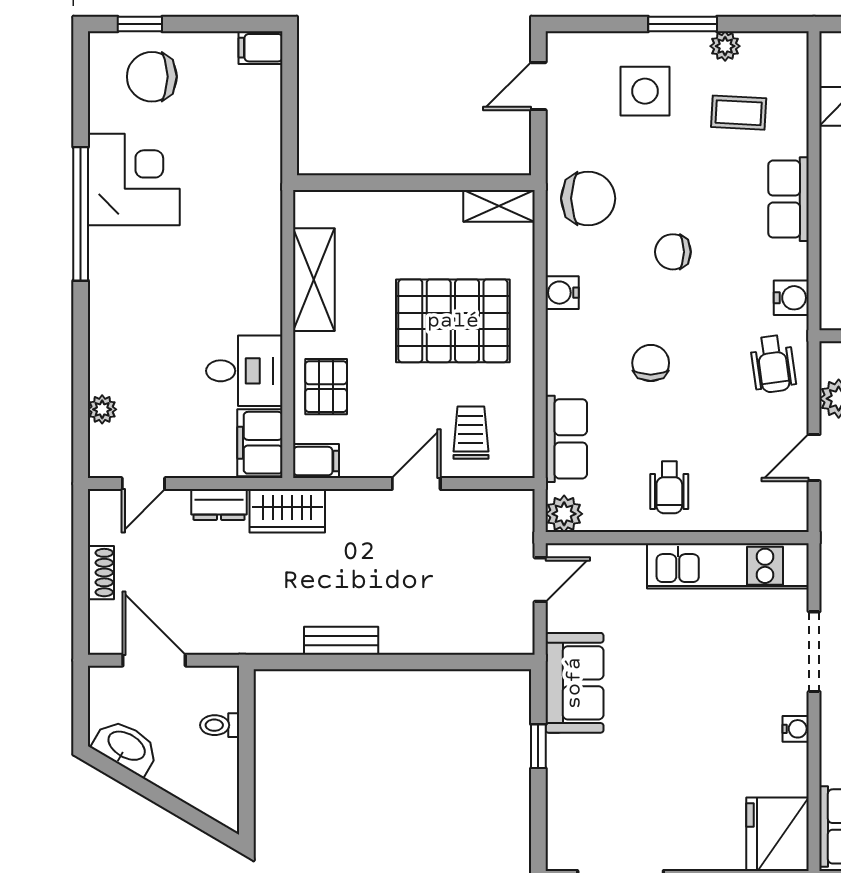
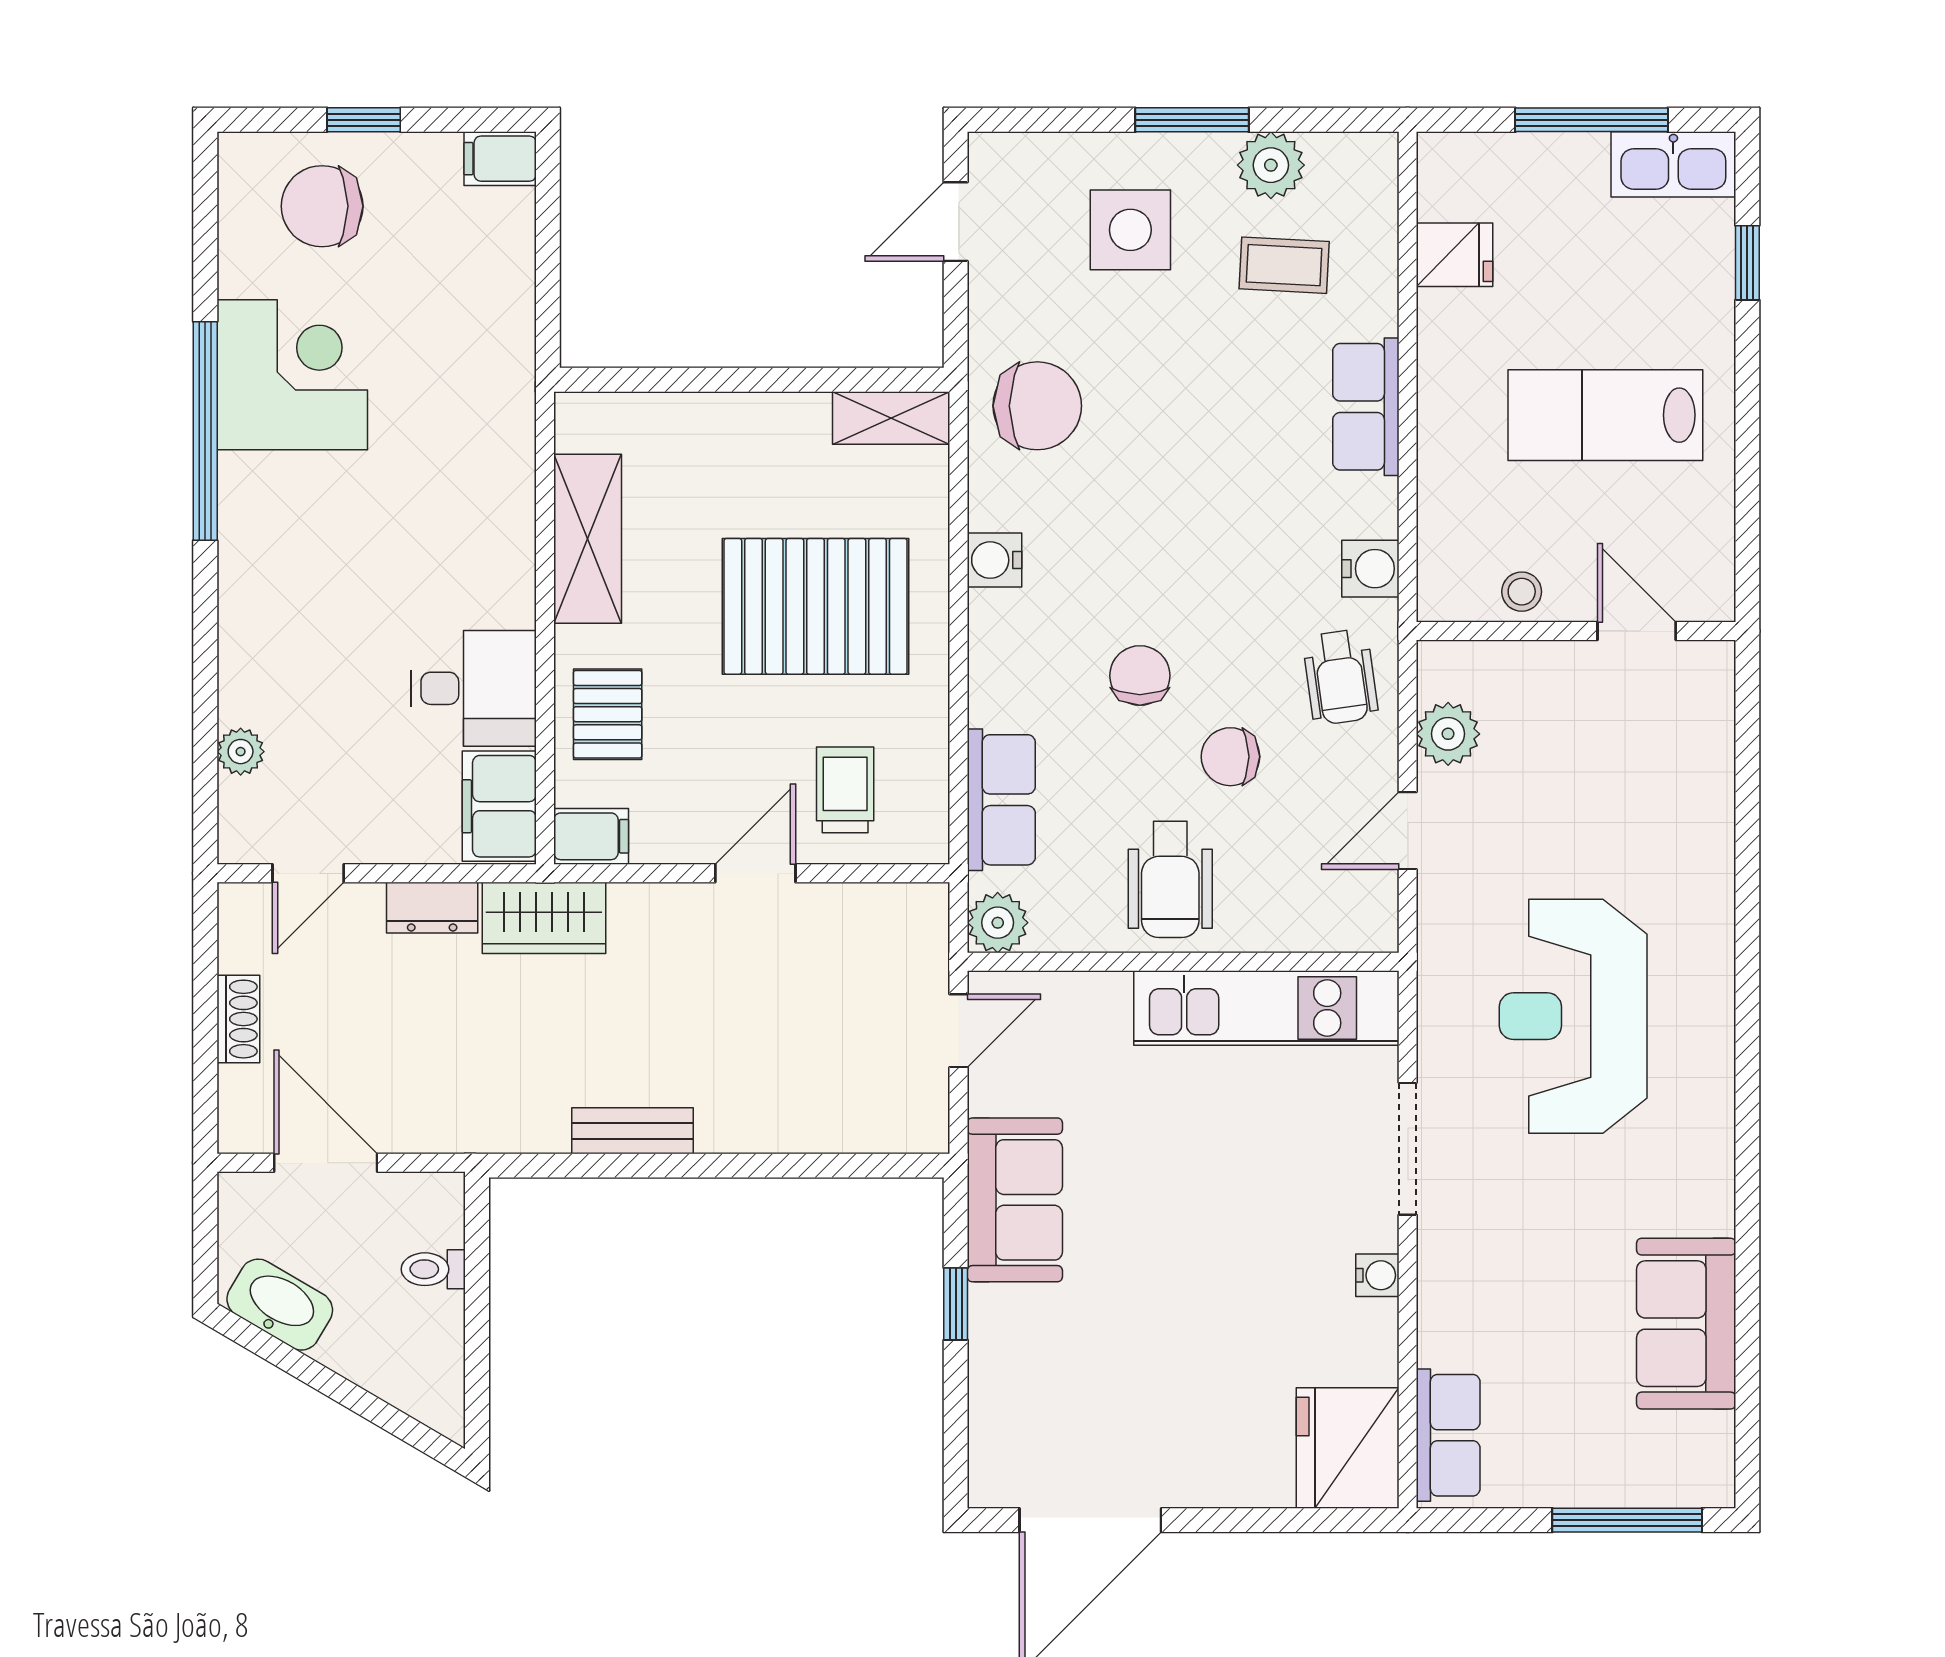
window: (140, 24) -> (364, 120), moved
plant: (725, 46) -> (1271, 165), width x1.38, depth x1.38
chair: (673, 252) -> (1230, 757), moved
wheelchair: (669, 487) -> (1170, 879), width x1.36, depth x1.37

